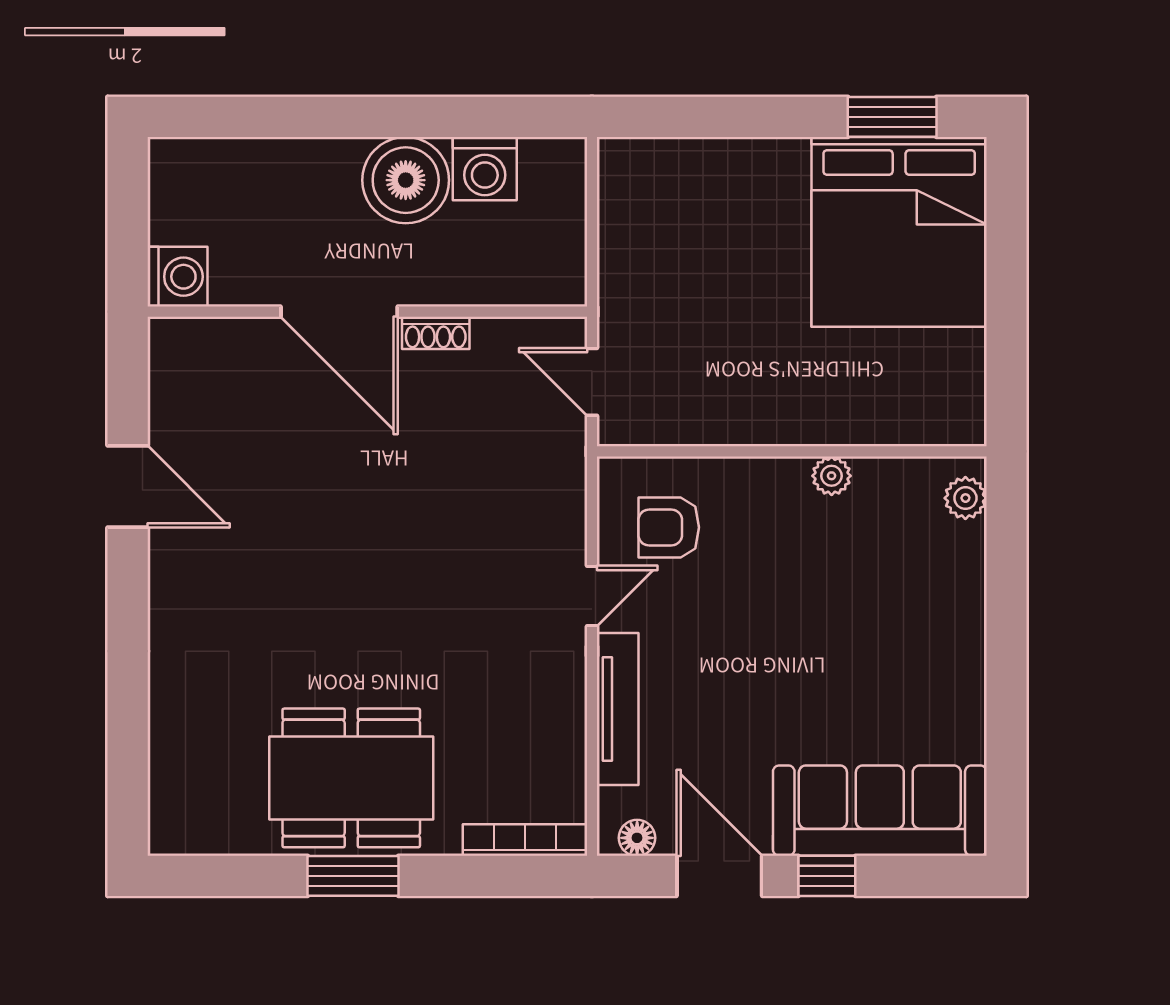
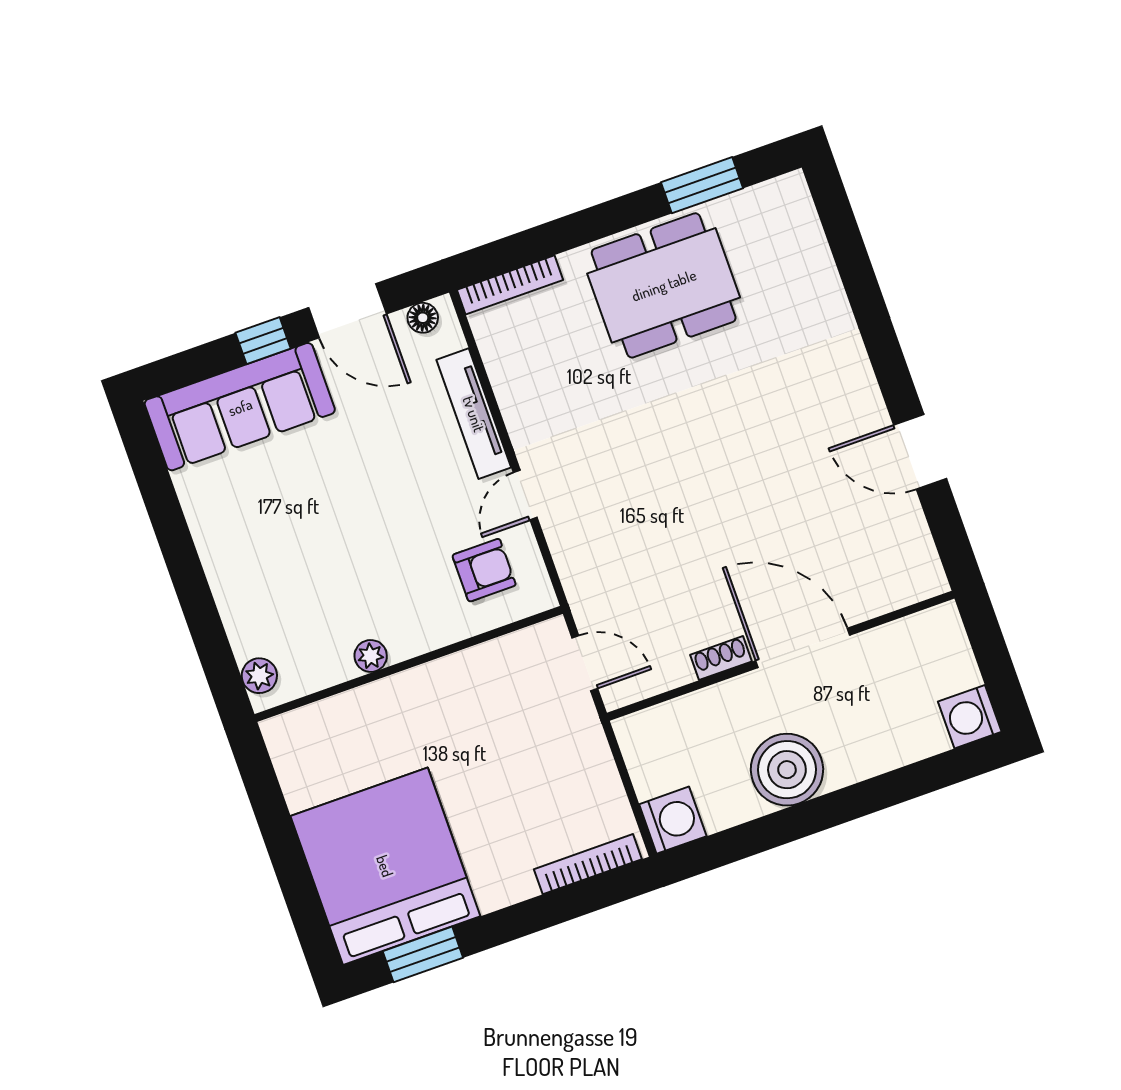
bookcase: (669, 153) -> (588, 864), added
washing machine: (485, 169) -> (673, 820), moved, turned 90
washing machine: (177, 277) -> (970, 717), moved
window: (353, 876) -> (702, 185), moved

